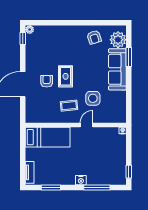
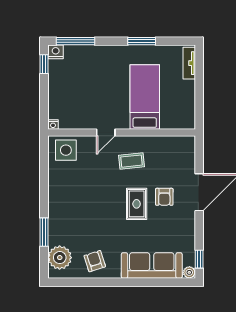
sofa: (117, 69) -> (152, 265), moved, turned -90
side table: (93, 98) -> (66, 150), moved
bed: (48, 137) -> (145, 97), moved, turned 90
nightstand: (81, 180) -> (56, 52), moved
window: (51, 187) -> (142, 41), moved
window: (97, 187) -> (75, 41), moved

